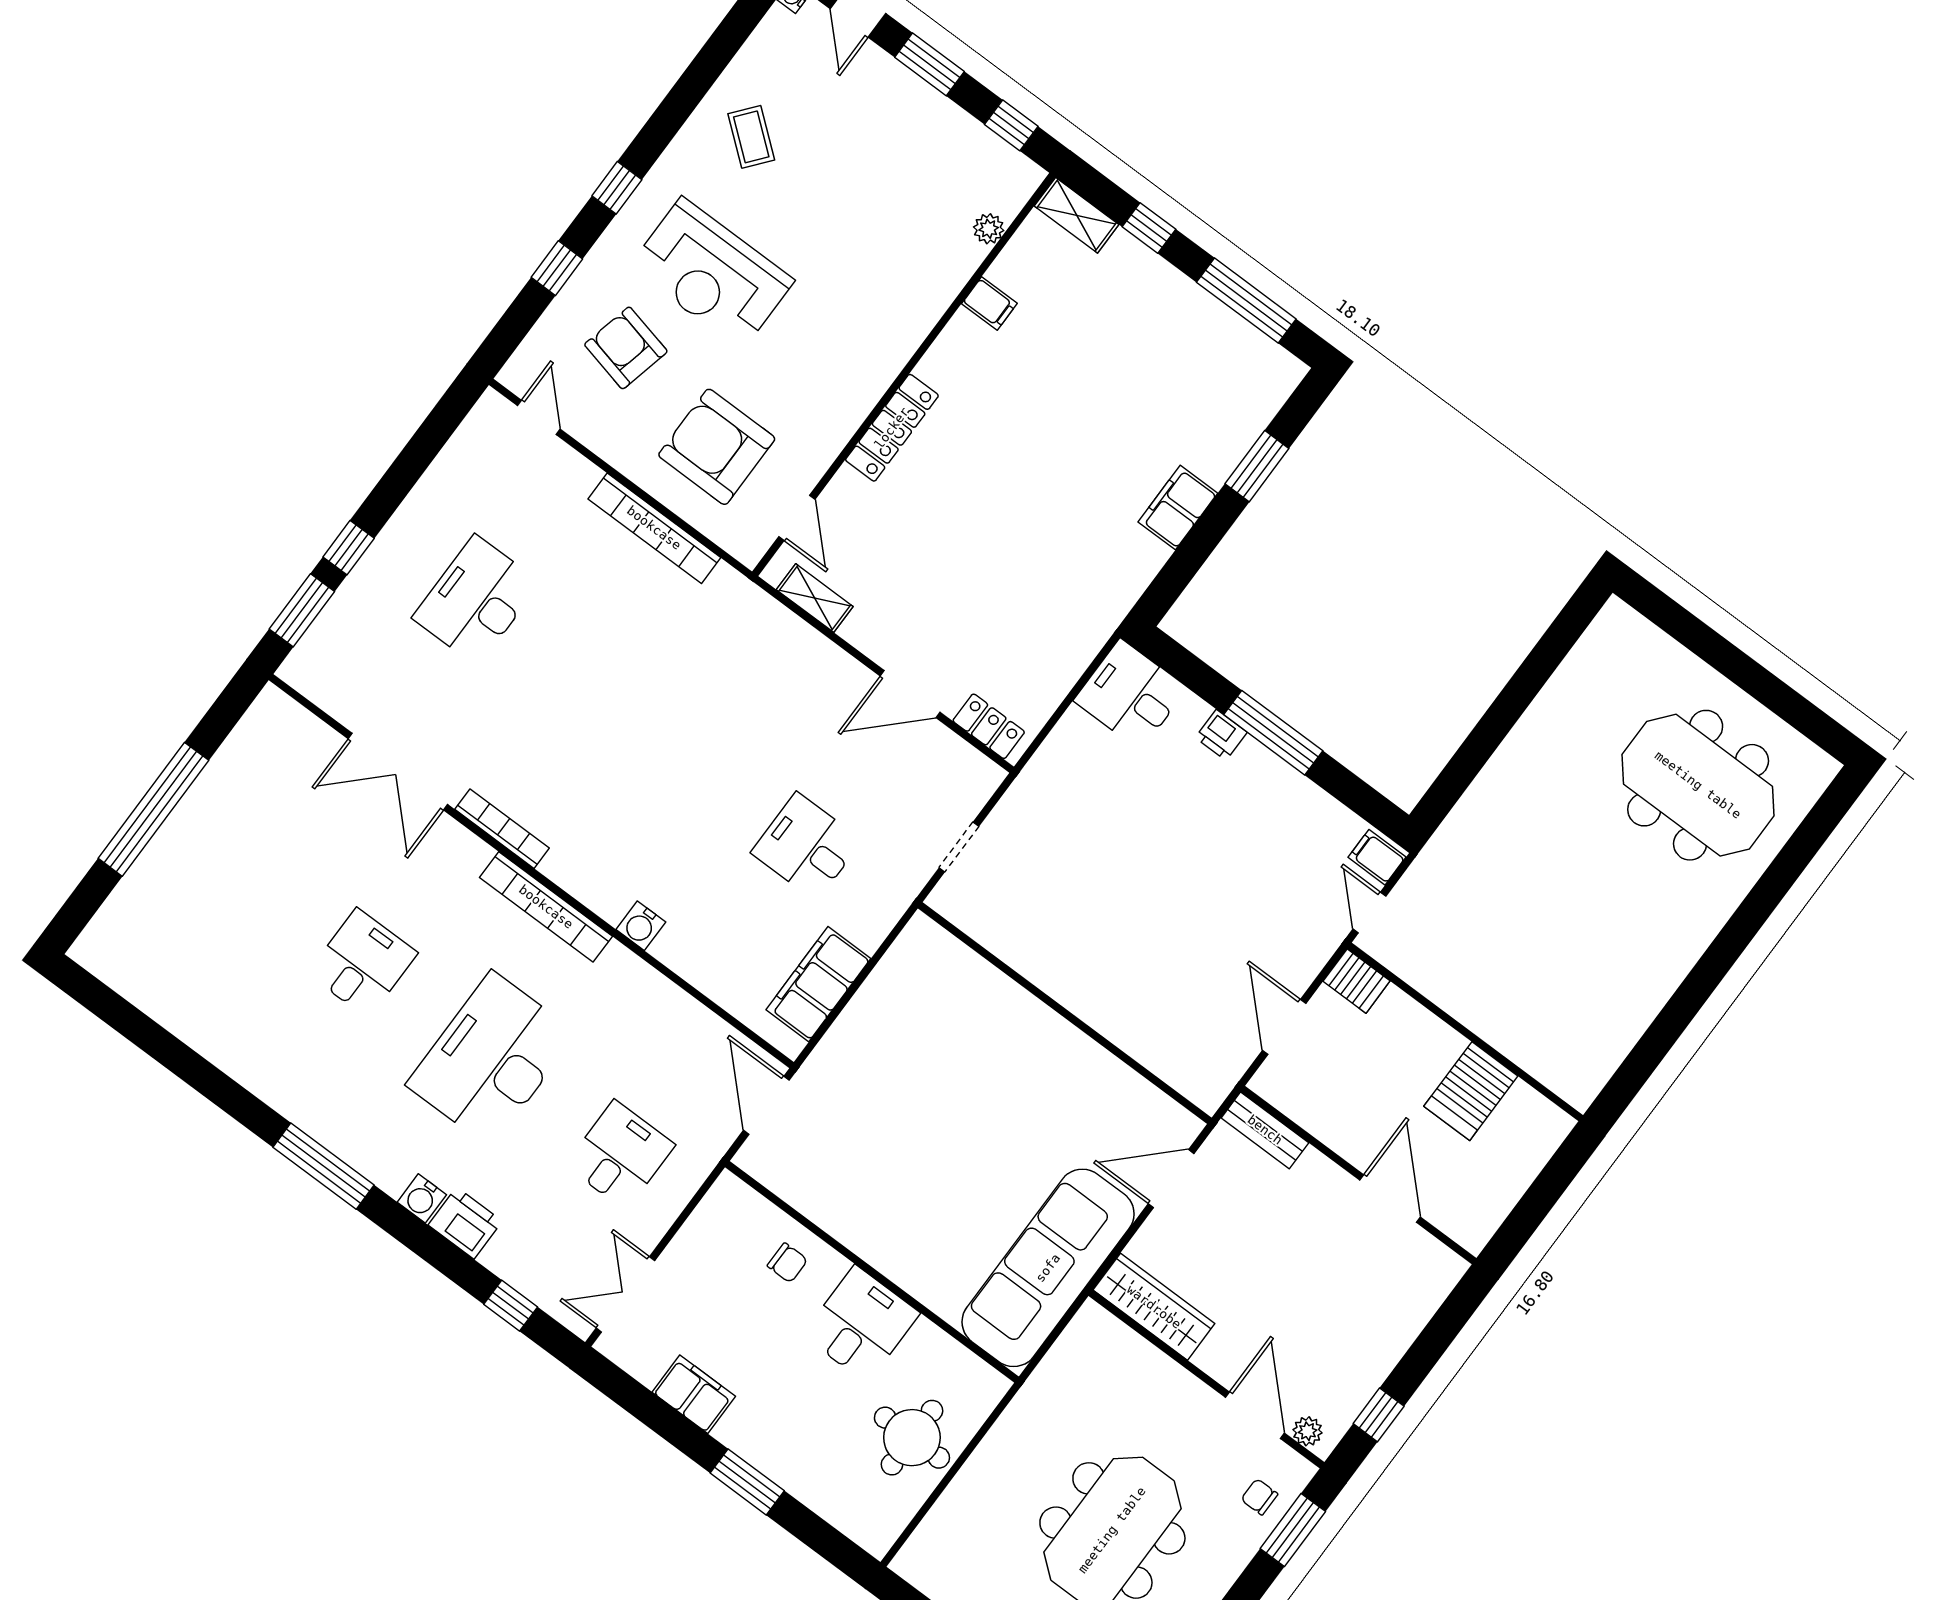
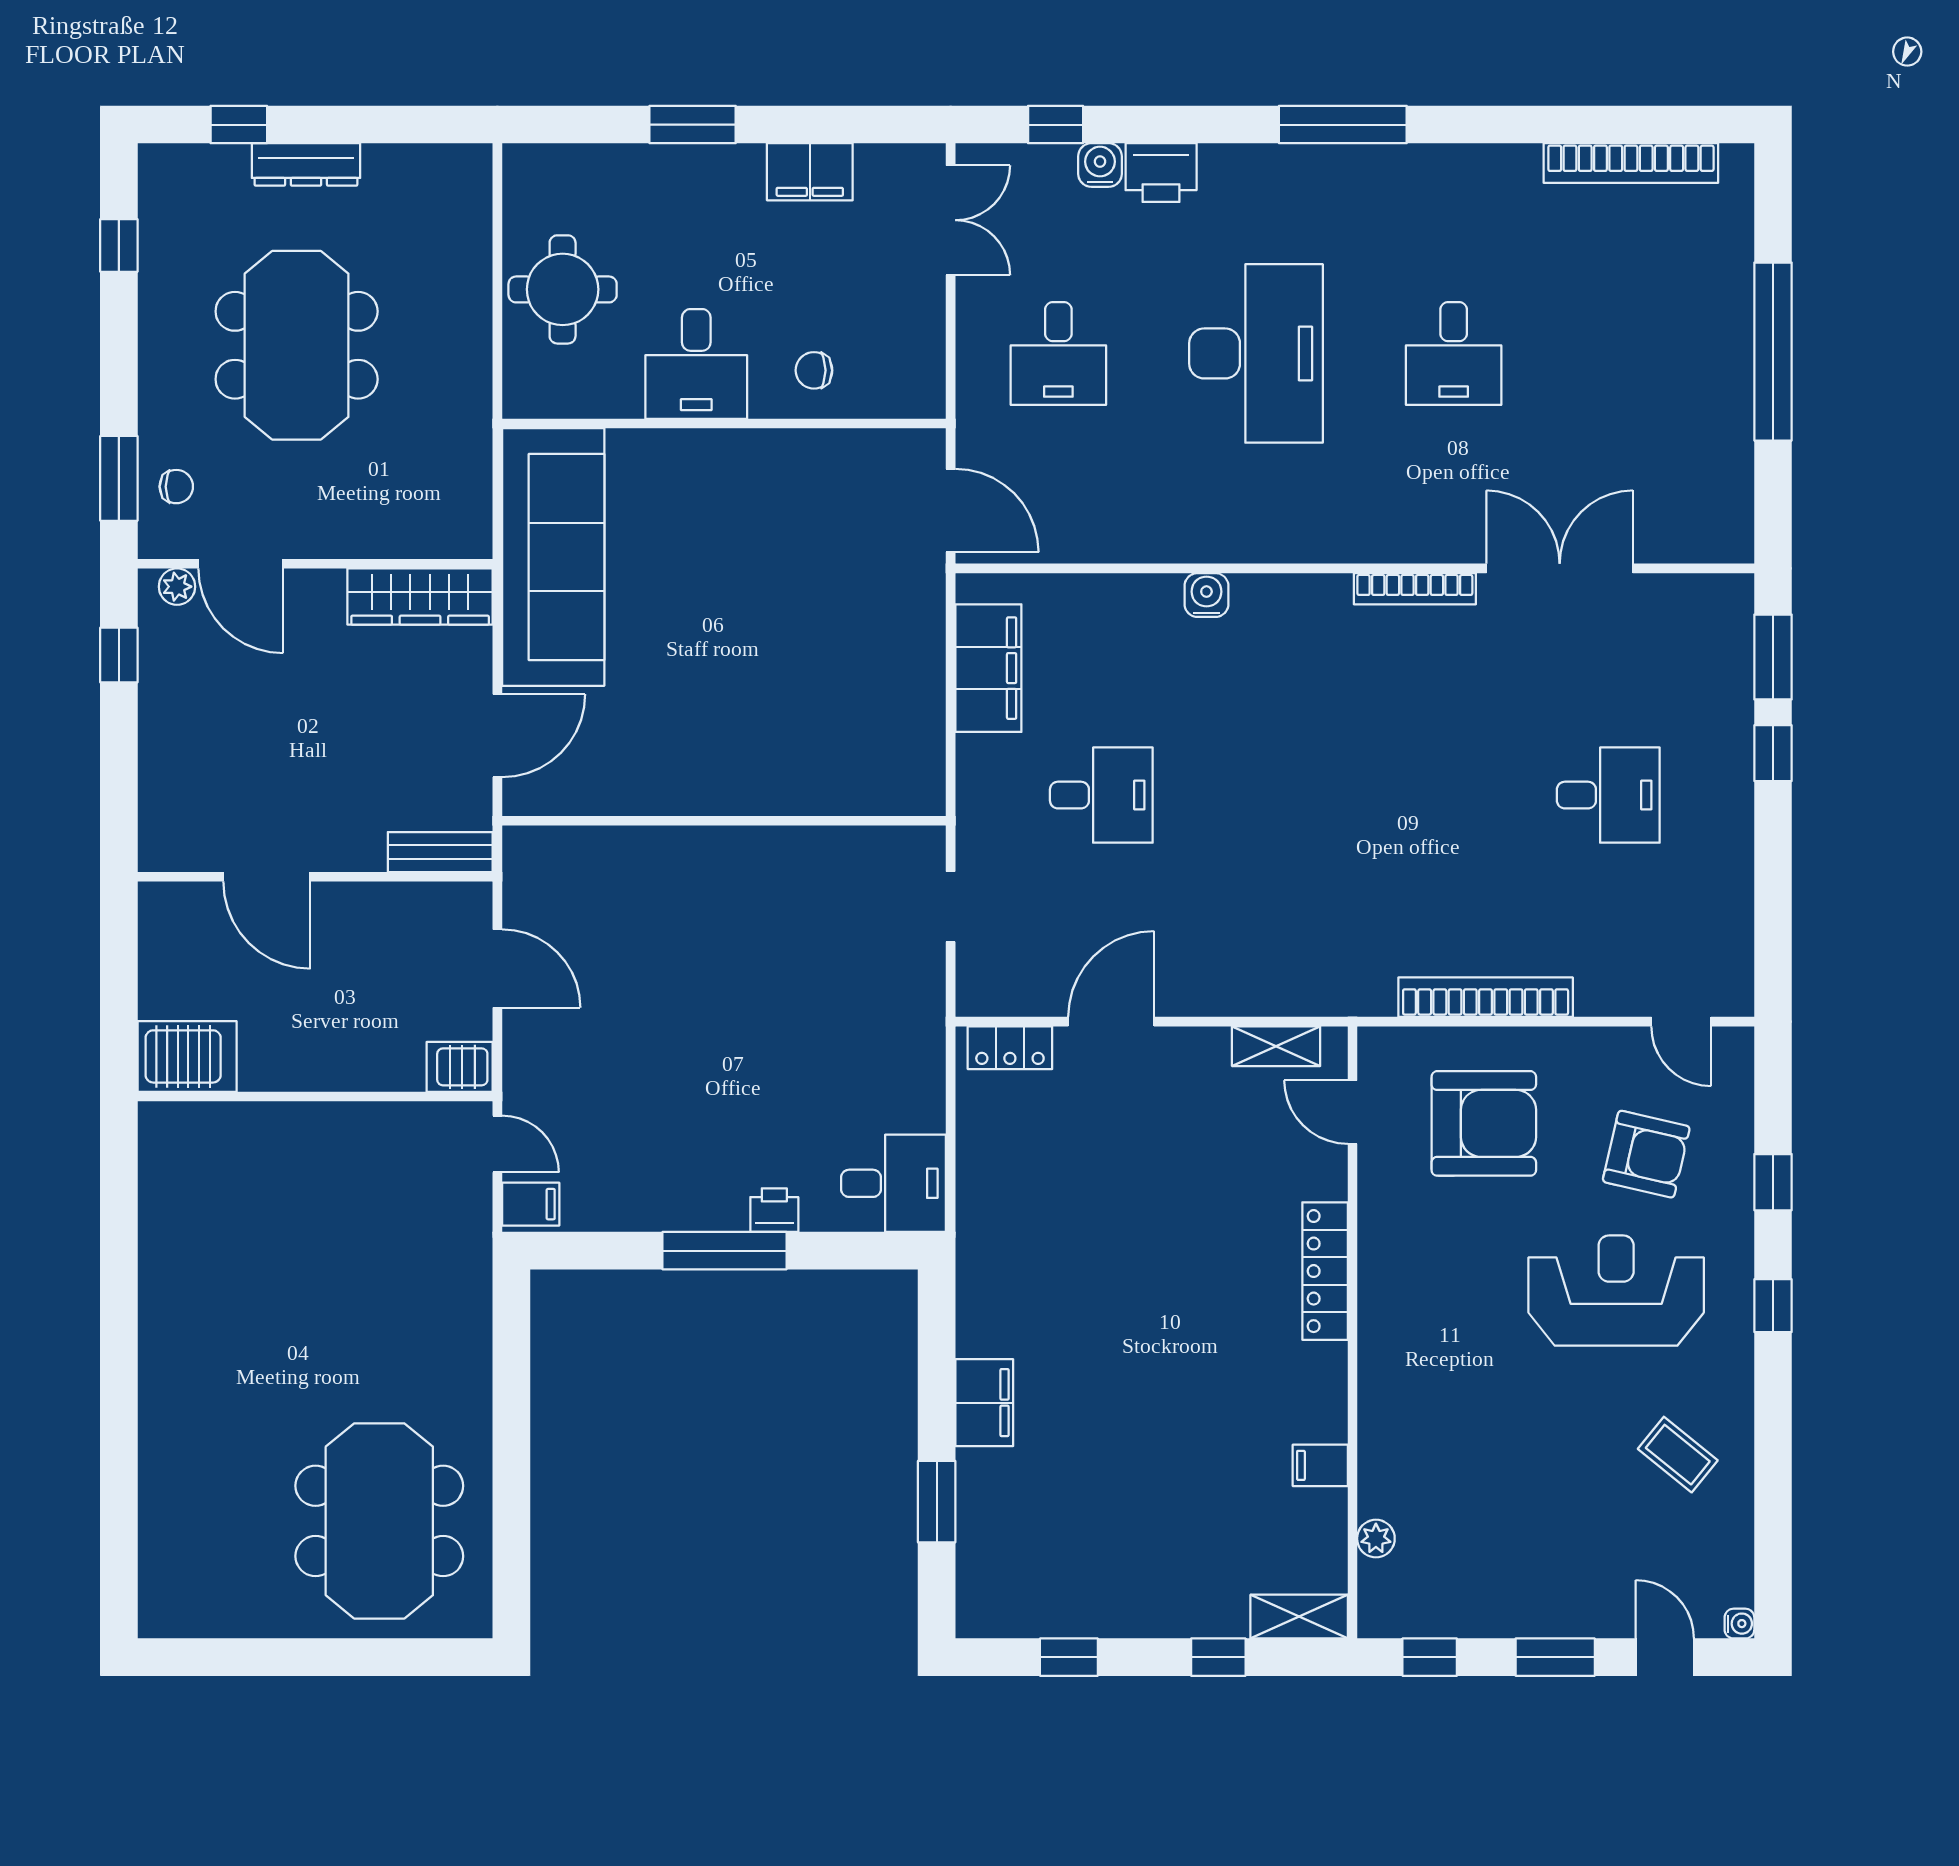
window: (1246, 301) -> (1069, 1657), width x0.46
desk: (476, 600) -> (1608, 795), width x0.73
meeting table: (1698, 785) -> (379, 1521), moved, turned 90
bookcase: (546, 907) -> (1631, 163), moved, turned 180
server rack: (1471, 1091) -> (187, 1056), moved, turned 90
water cooler: (422, 1198) -> (1100, 165), moved

